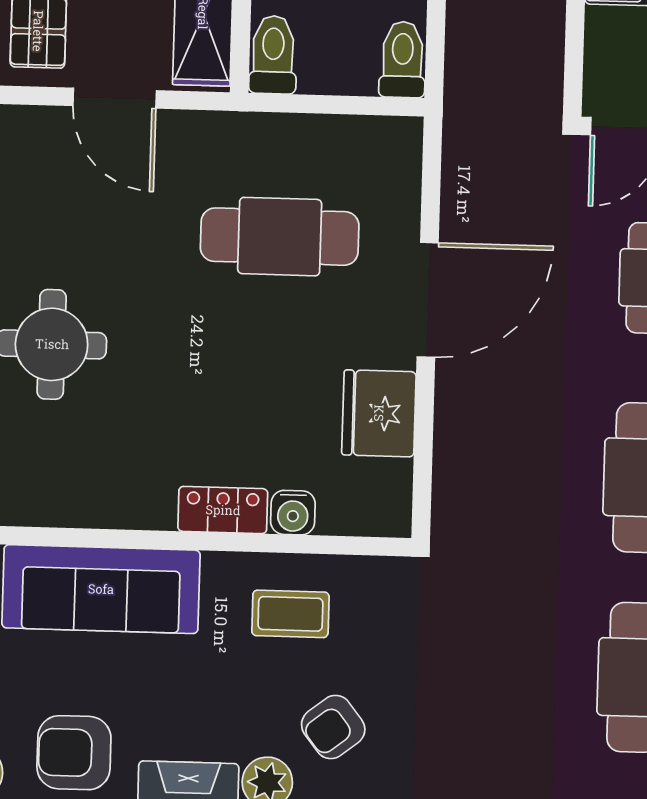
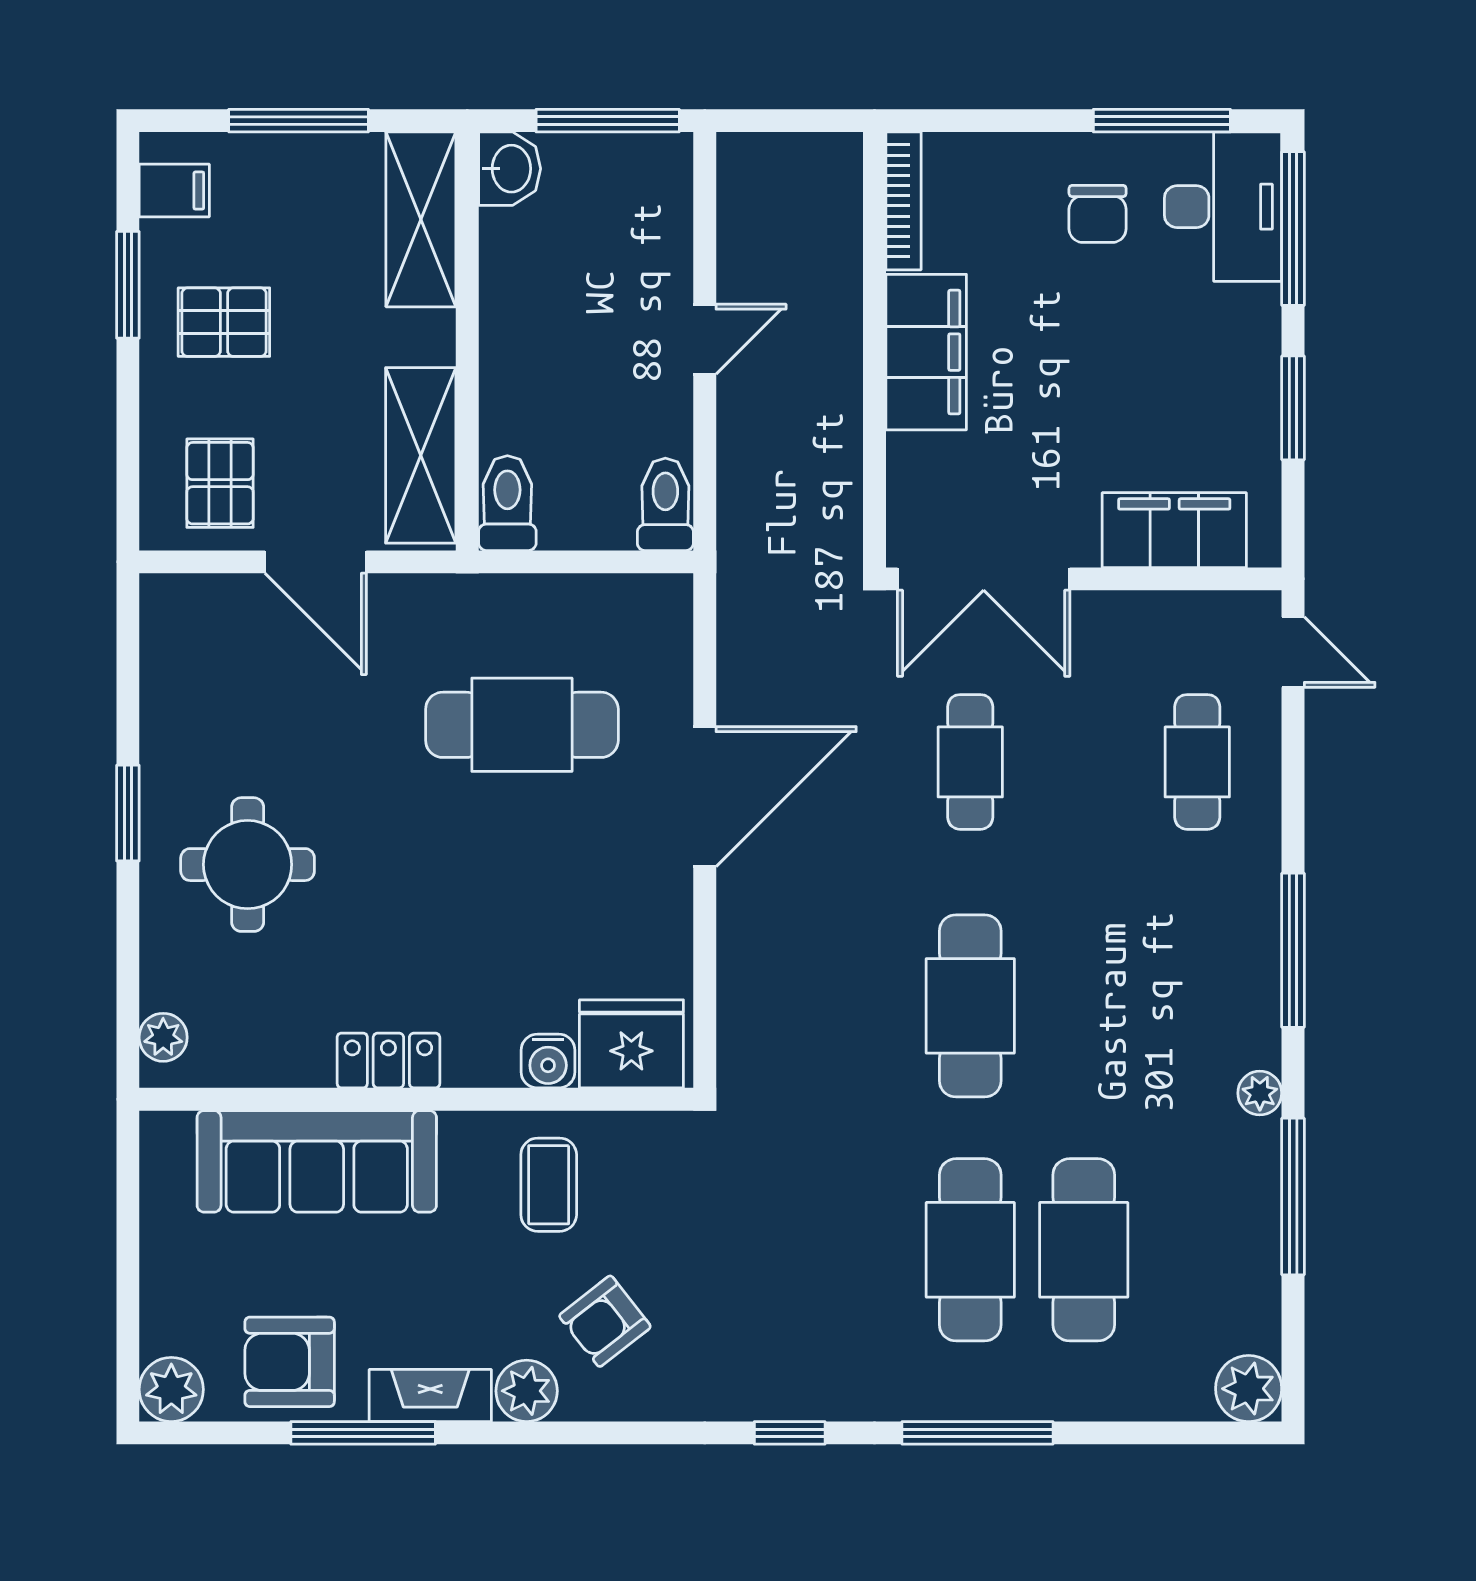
fridge: (379, 413) -> (631, 1044), moved, turned 90
locker: (223, 510) -> (388, 1060), moved
coffee table: (290, 614) -> (549, 1185), turned 90

